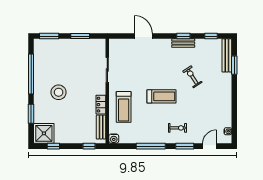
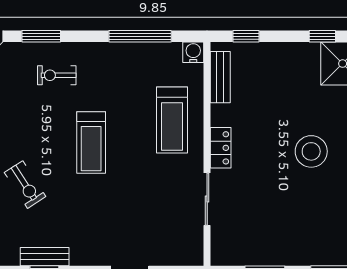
treadmill: (161, 96) -> (91, 143), turned -90
locker: (101, 105) -> (221, 148), moved
treadmill: (124, 107) -> (172, 120), turned 180
window: (151, 146) -> (140, 36), moved

